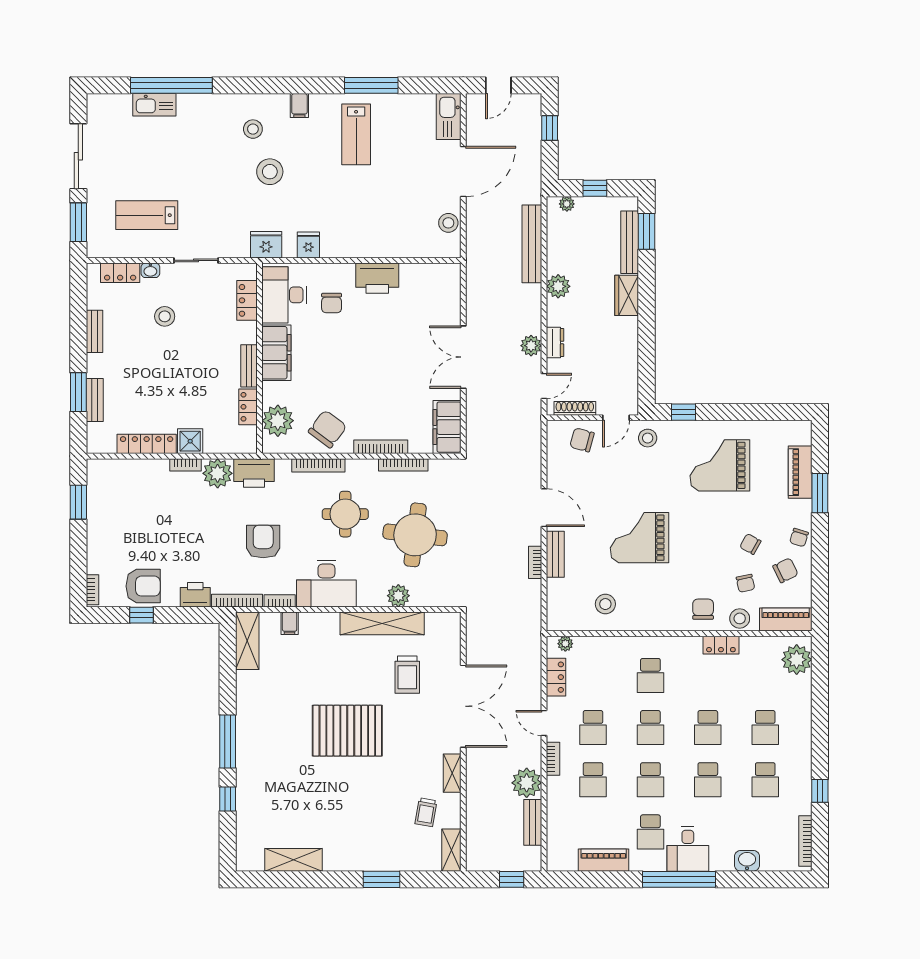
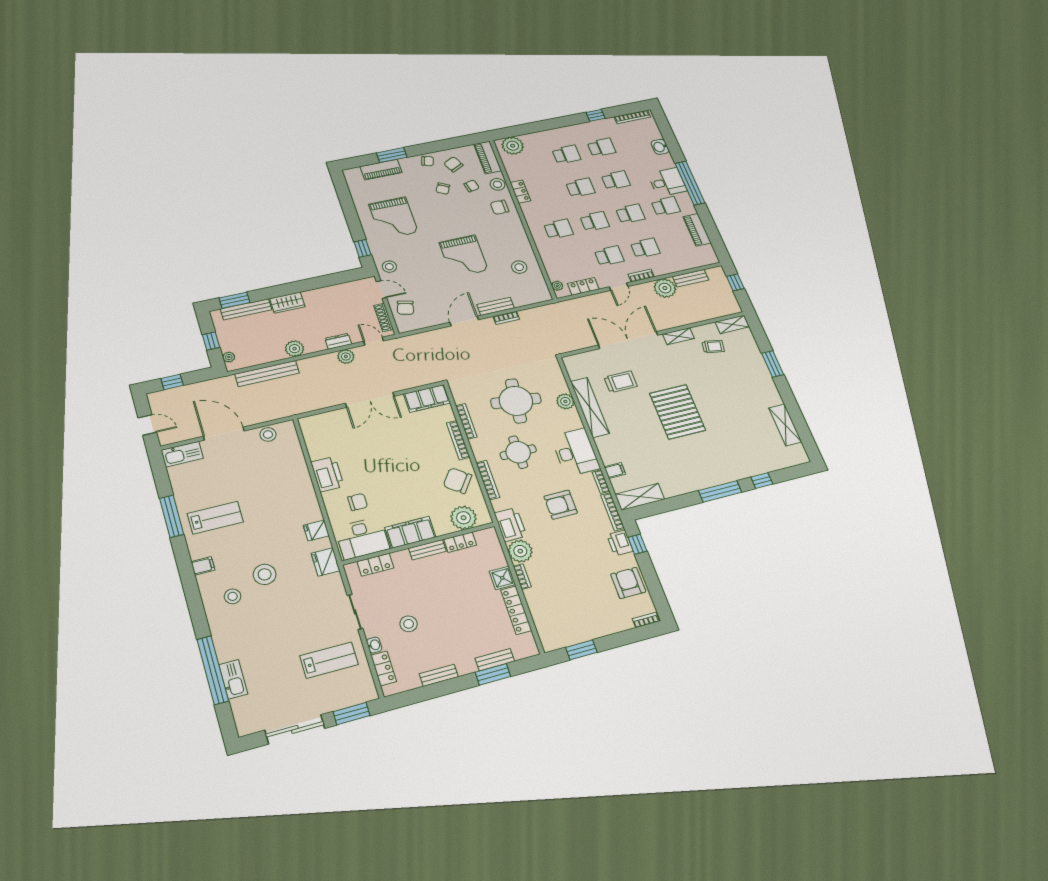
lab bench: (147, 215) -> (329, 660), turned -90
window: (142, 615) -> (637, 544), moved

